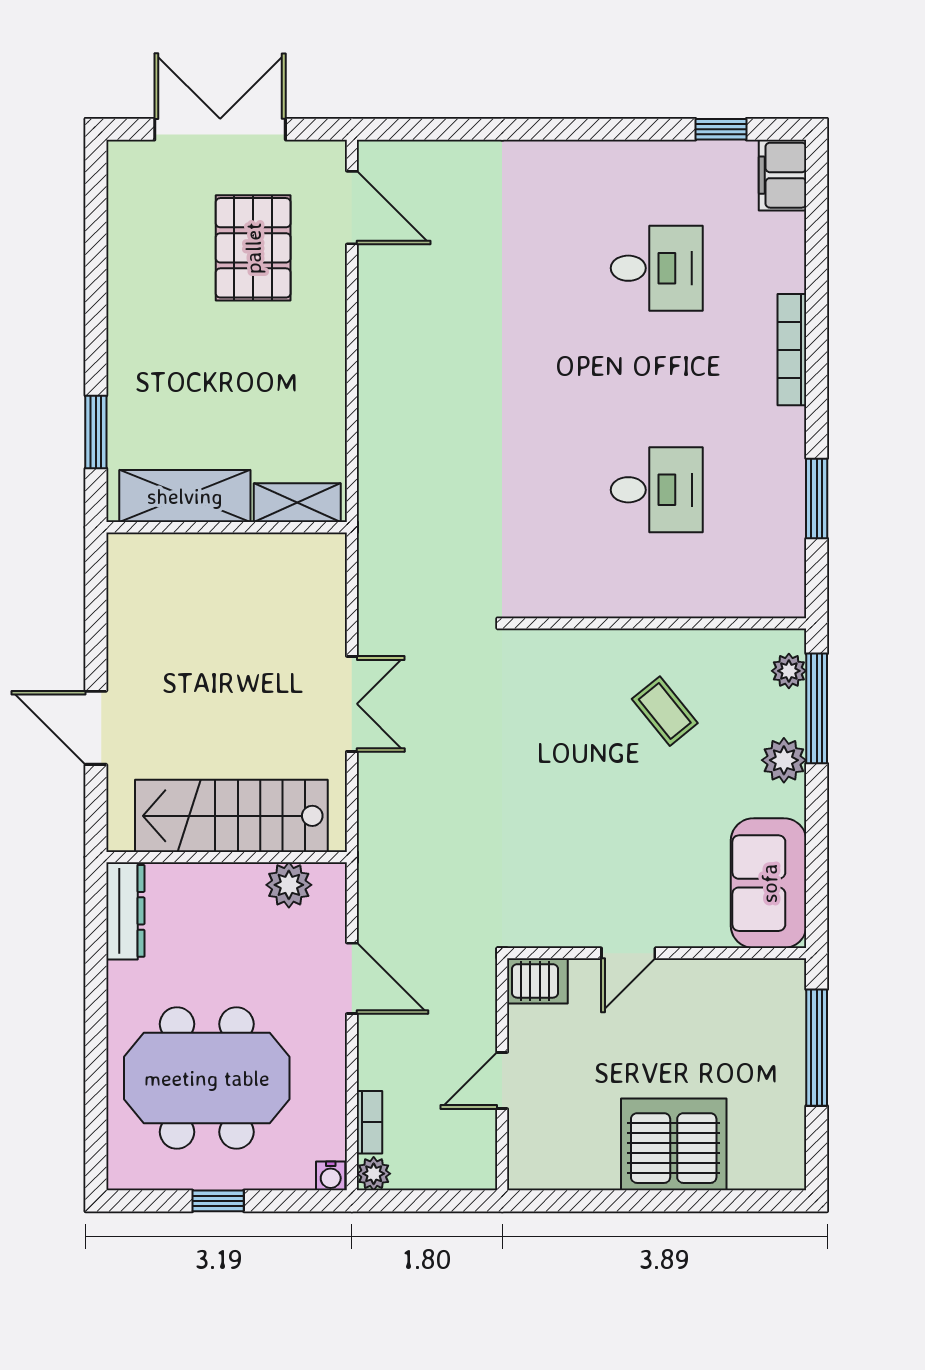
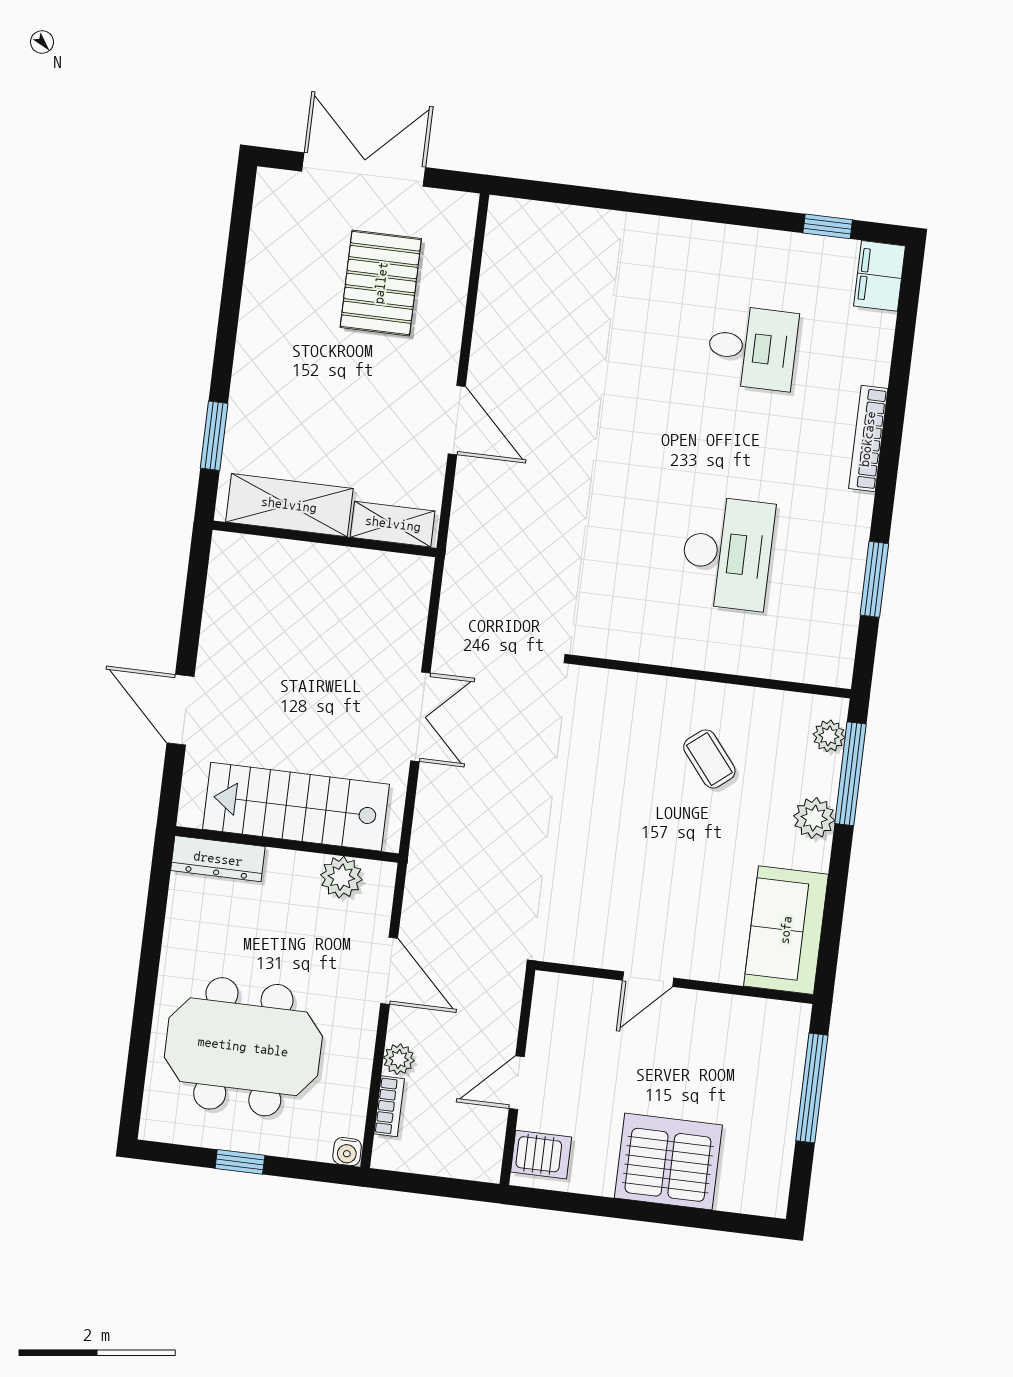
door: (352, 208) -> (457, 420), moved
desk: (657, 490) -> (727, 553), width x1.37
dresser: (125, 911) -> (218, 859), moved, turned 90
server rack: (537, 981) -> (541, 1155), moved
plant: (374, 1174) -> (399, 1059), moved

